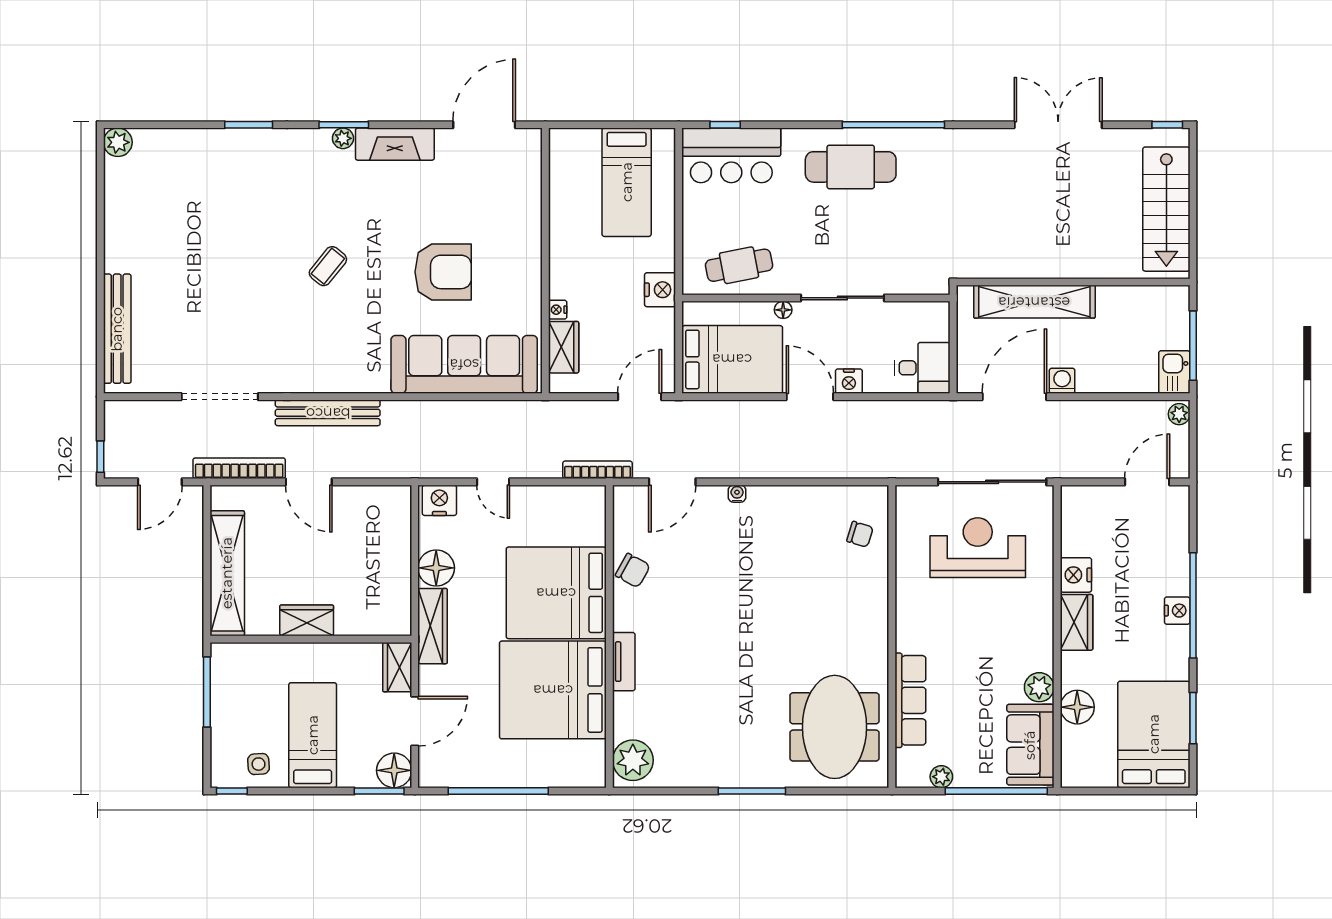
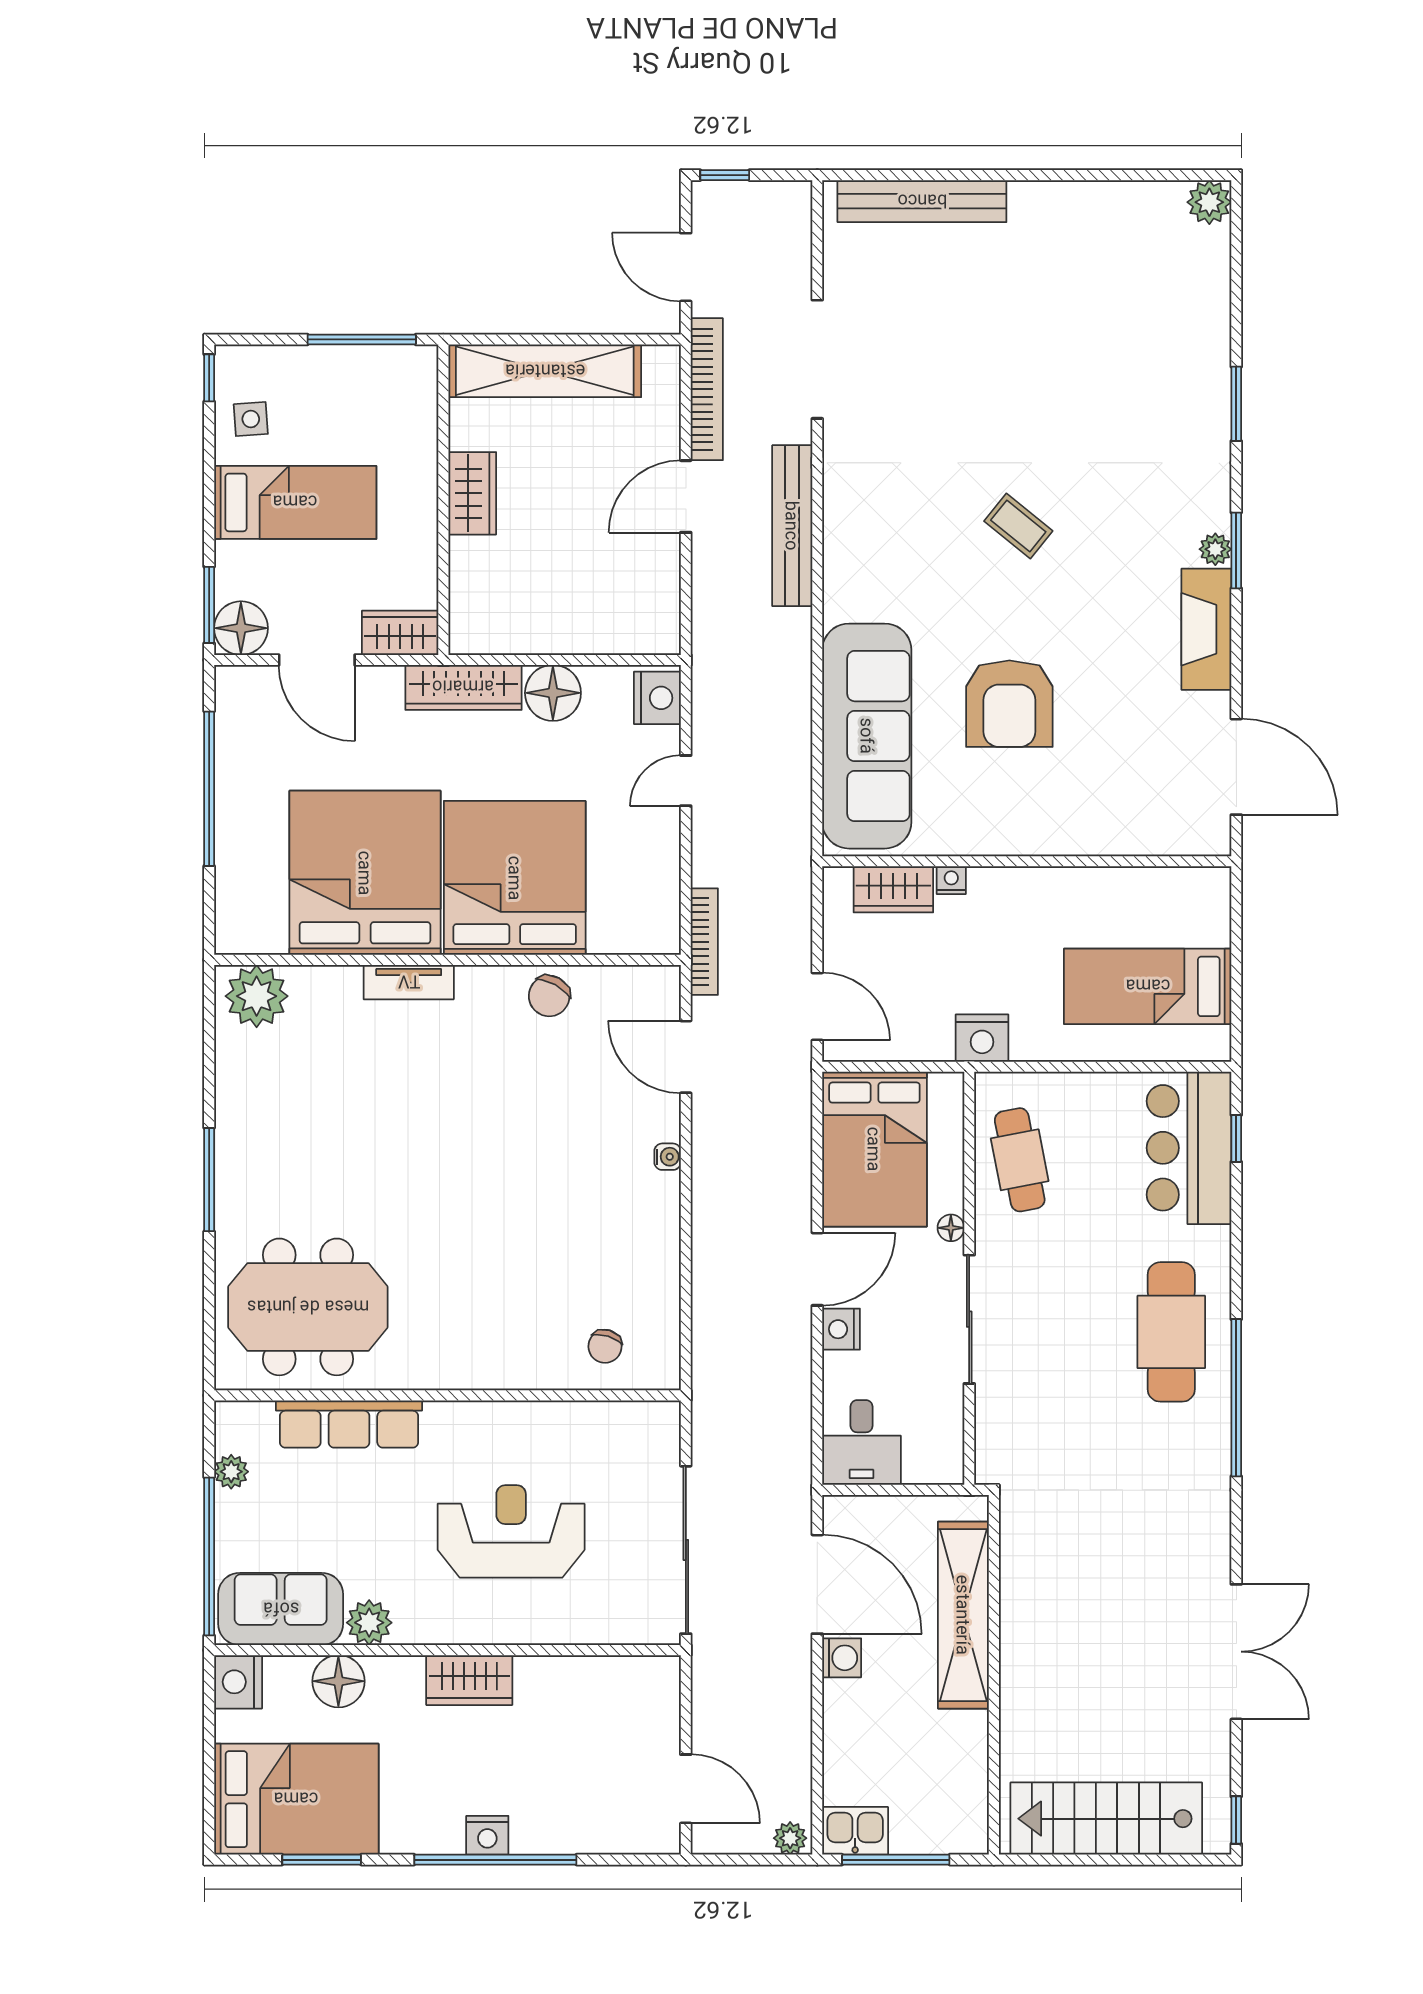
reception desk: (978, 548) -> (511, 1531), moved, turned -90
nightstand: (1076, 575) -> (238, 1682), moved, turned -90

